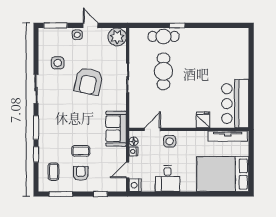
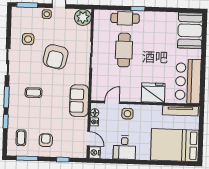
booth: (236, 48) -> (190, 31), added
fridge: (203, 120) -> (153, 93), width x1.88, depth x1.34
coffee table: (81, 151) -> (34, 93), moved
door: (128, 170) -> (88, 139), swing flipped

